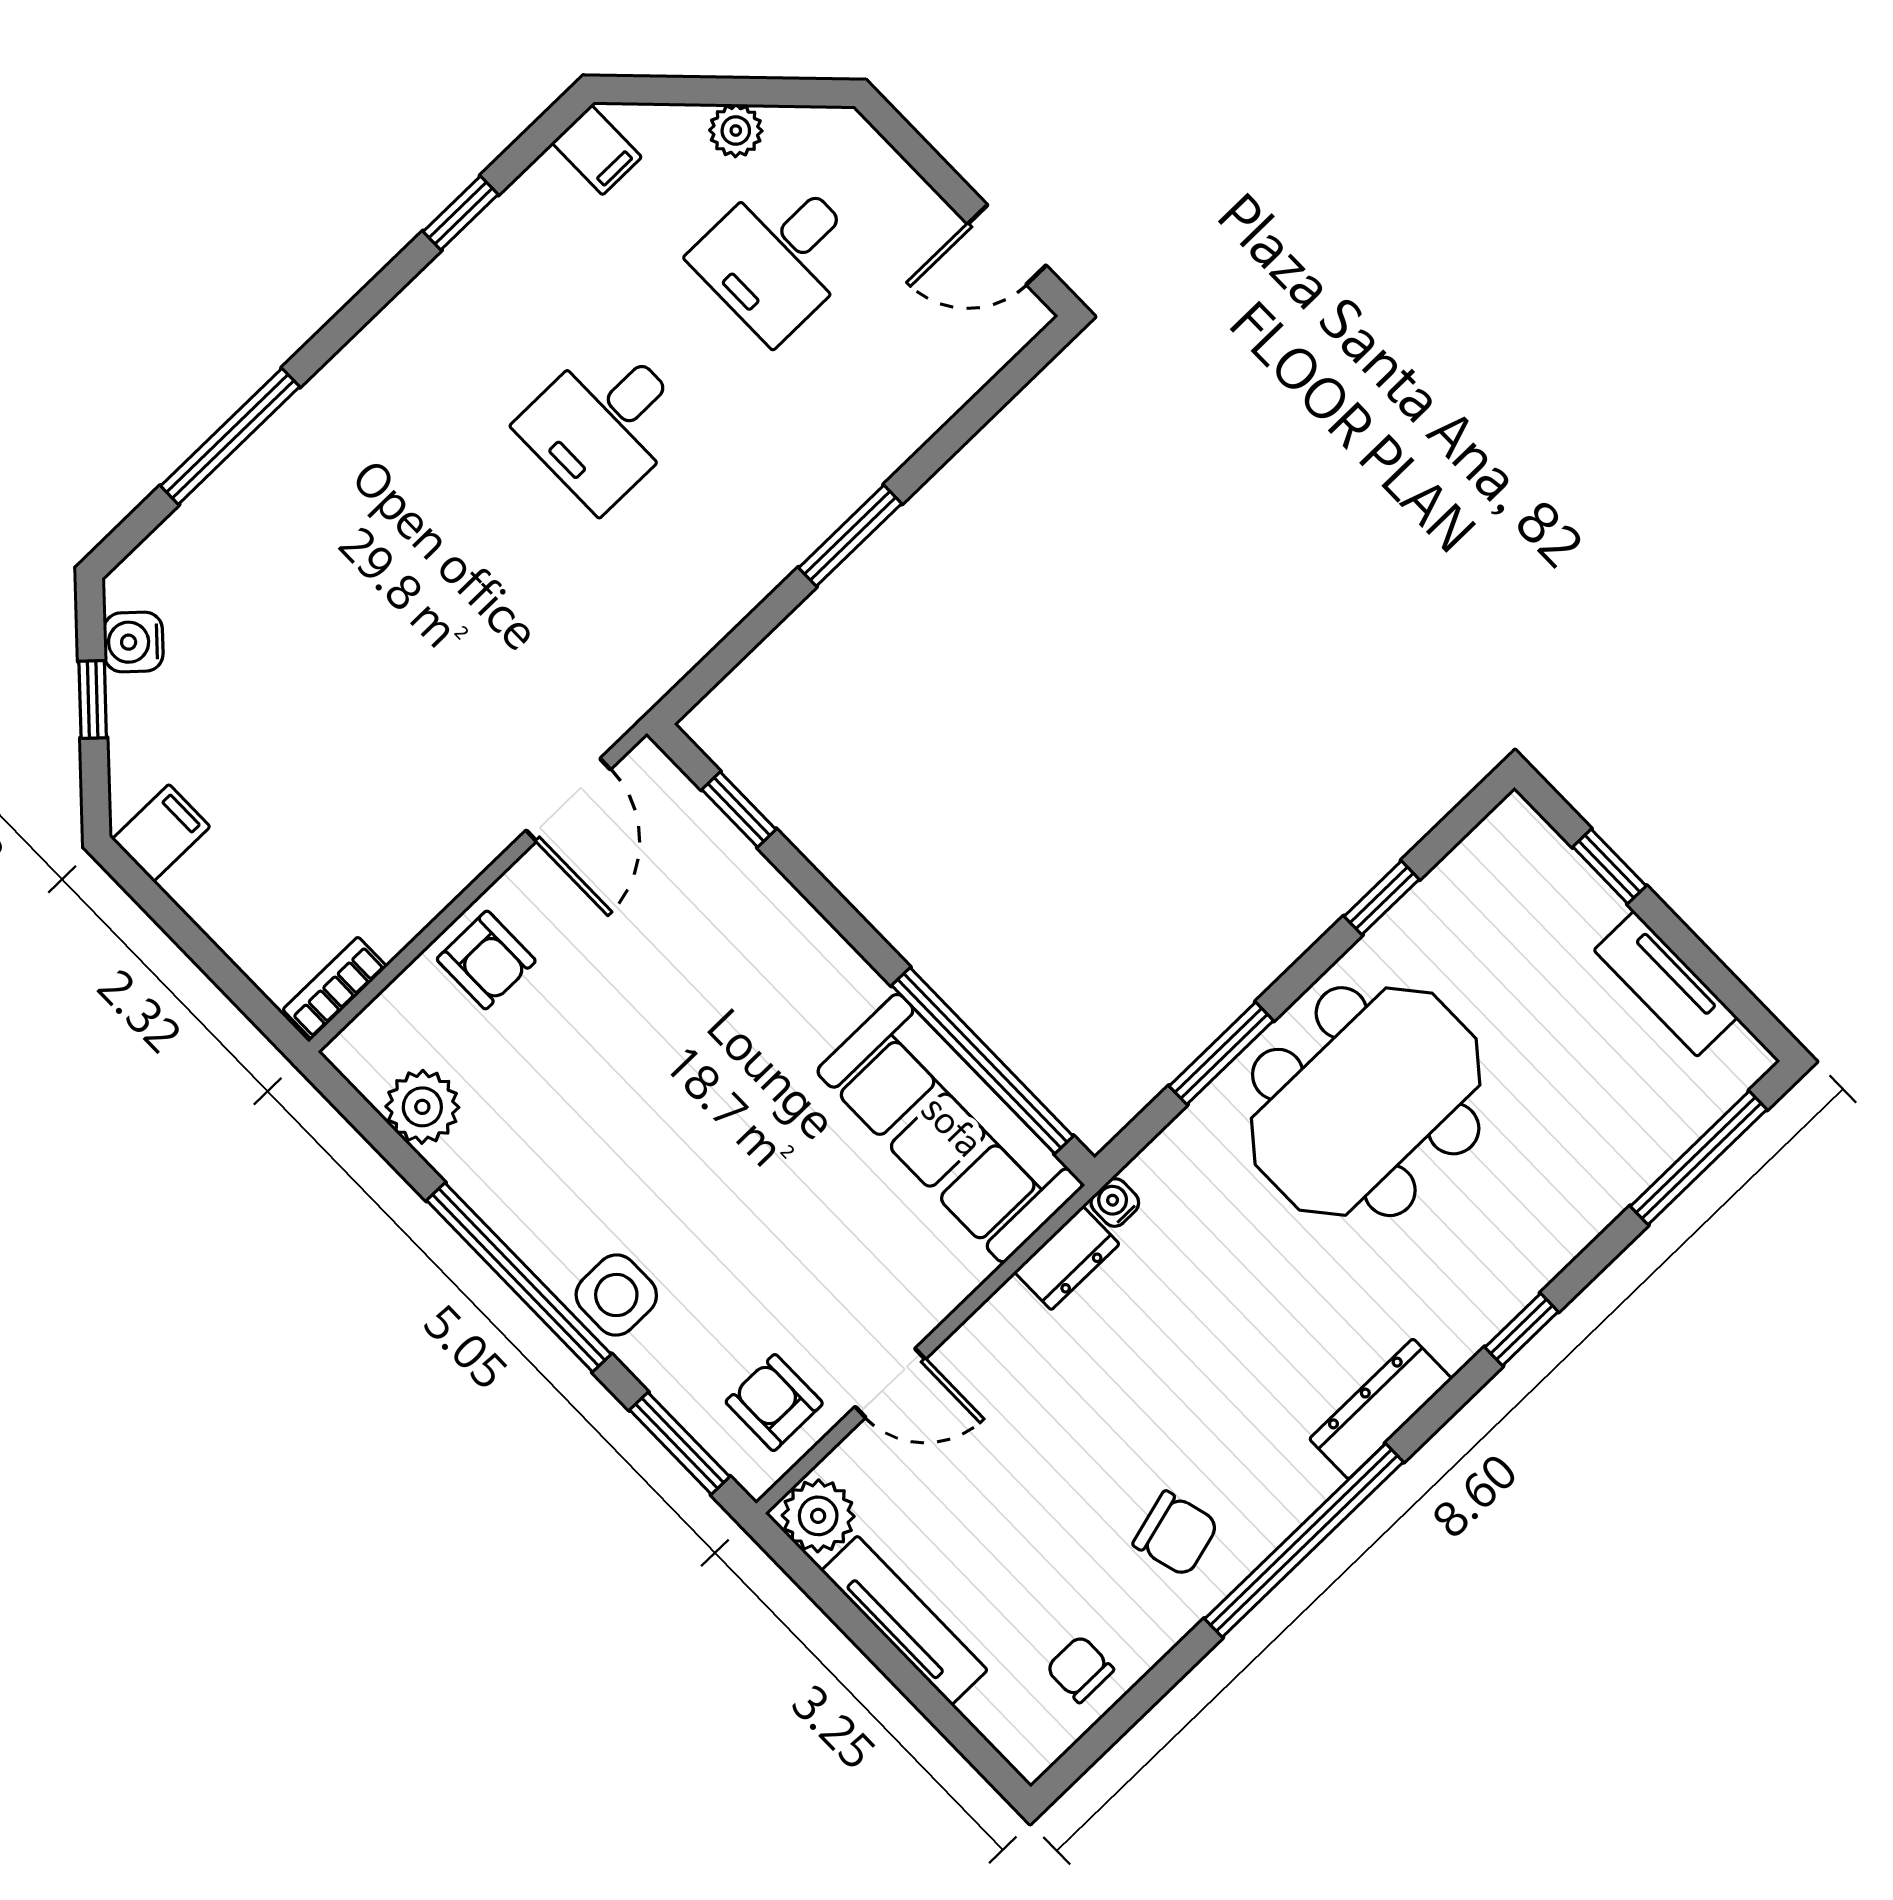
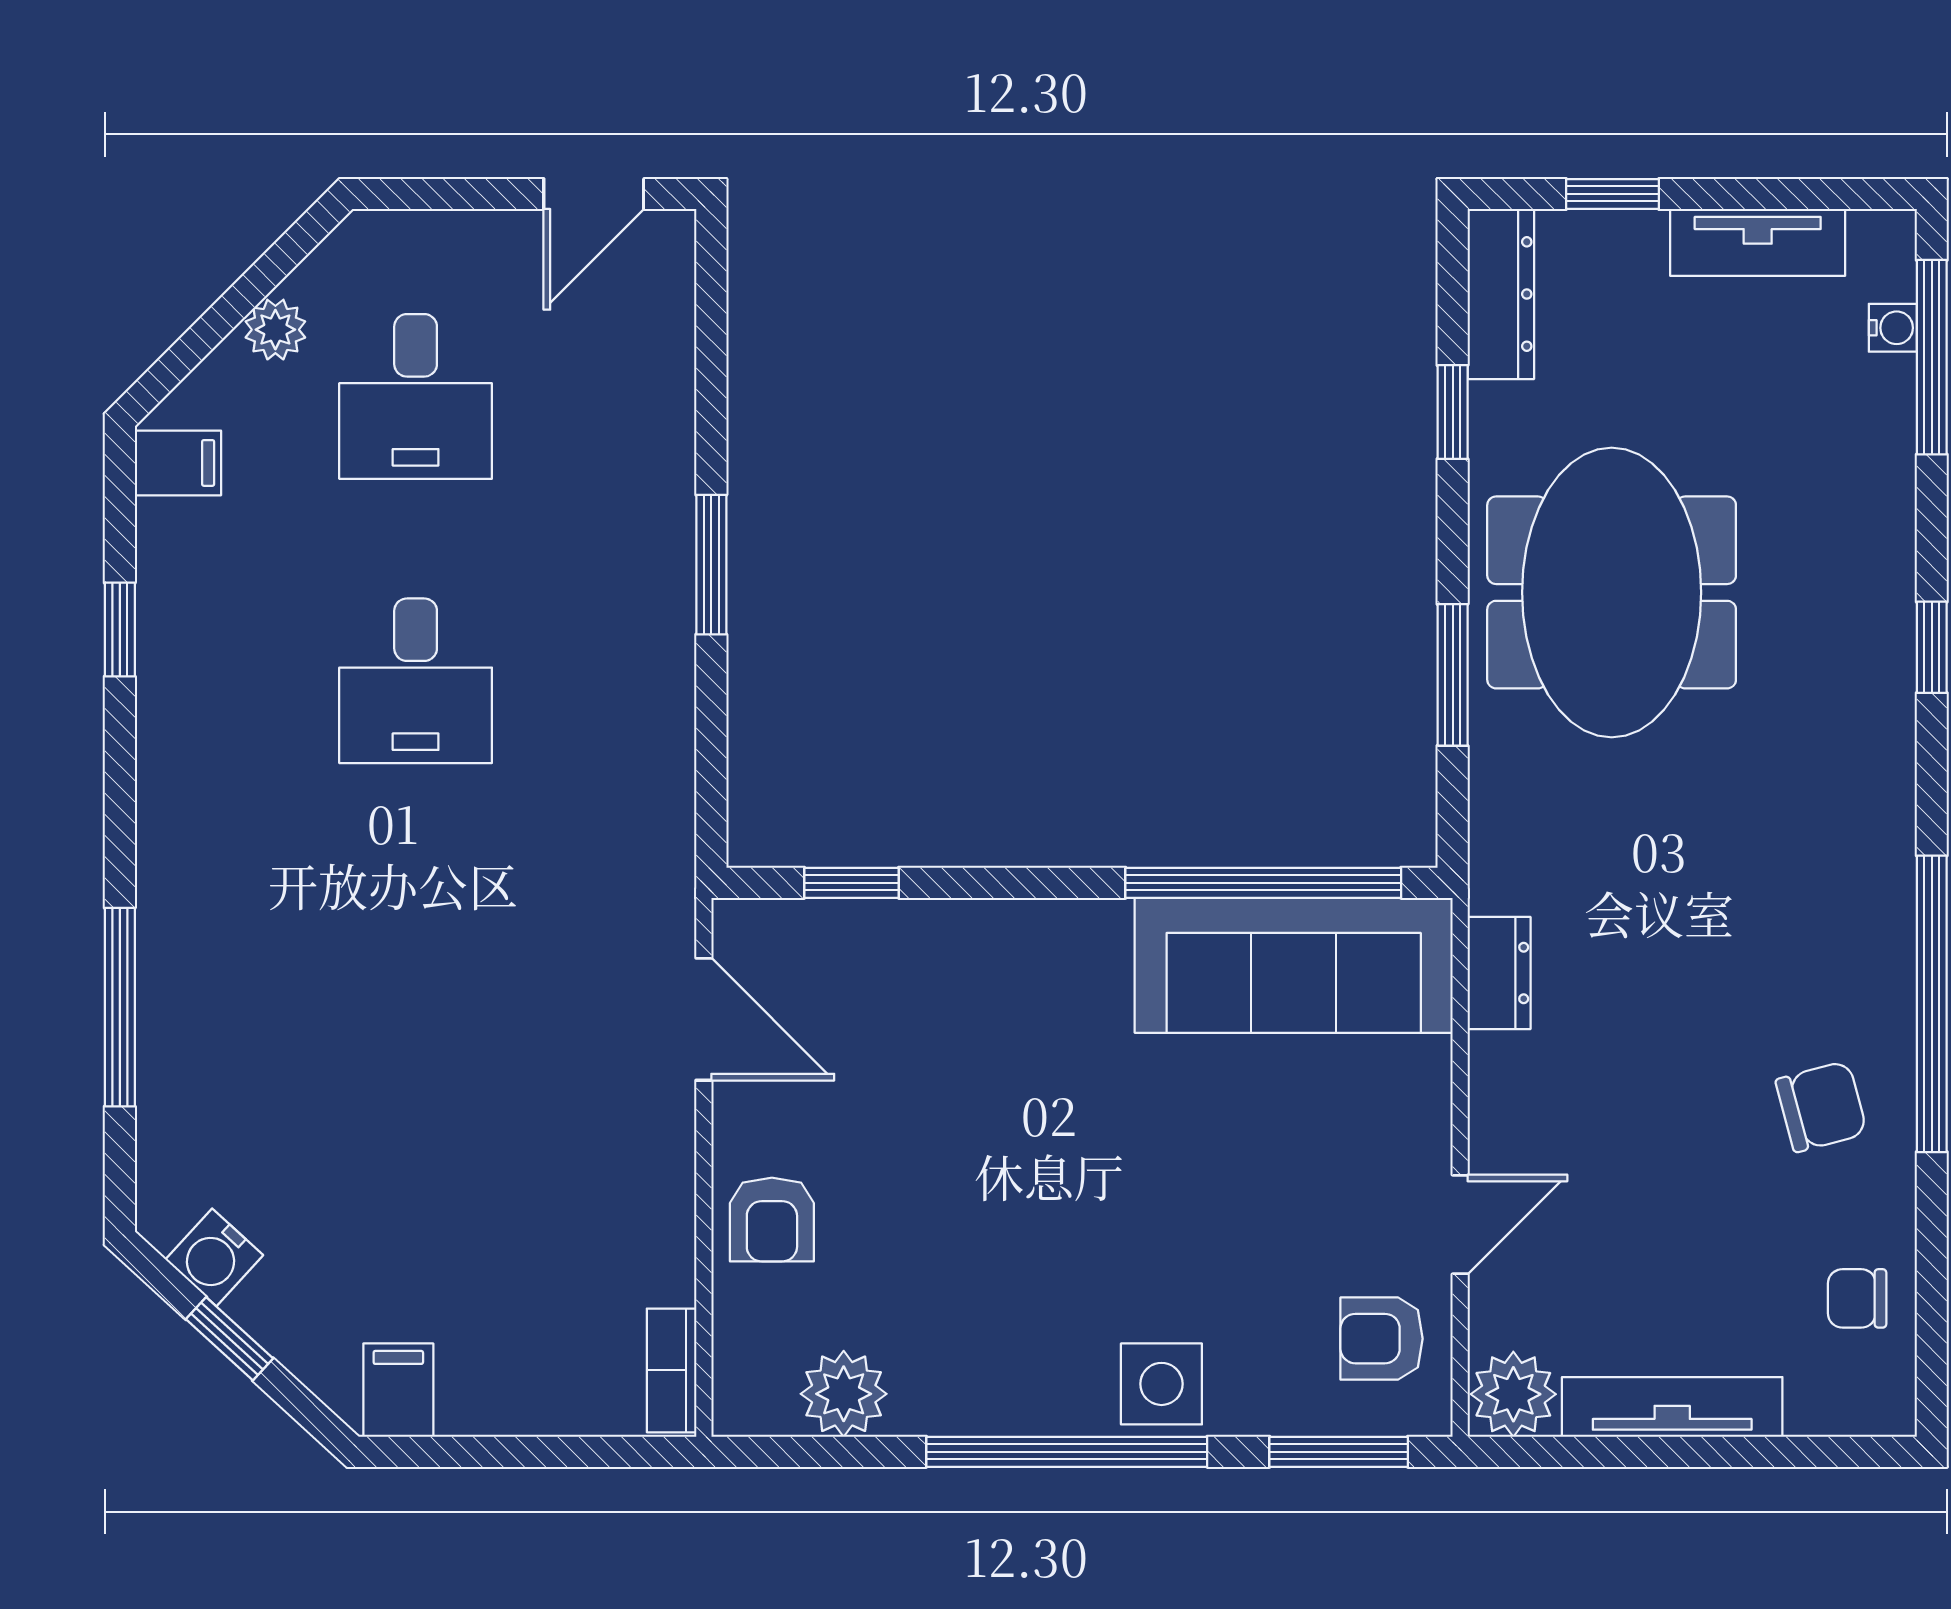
armchair: (486, 960) -> (772, 1220), turned 90
water cooler: (1115, 1203) -> (1893, 328), moved, turned 180
dresser: (1381, 1409) -> (1501, 294), moved, turned 180

